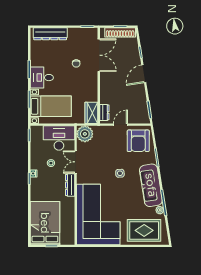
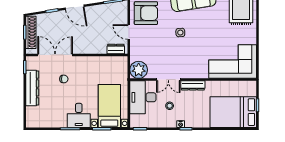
dresser: (50, 34) -> (32, 88), moved
wardrobe: (91, 113) -> (116, 63), removed
corner sofa: (98, 214) -> (233, 62), width x0.73, depth x0.74

